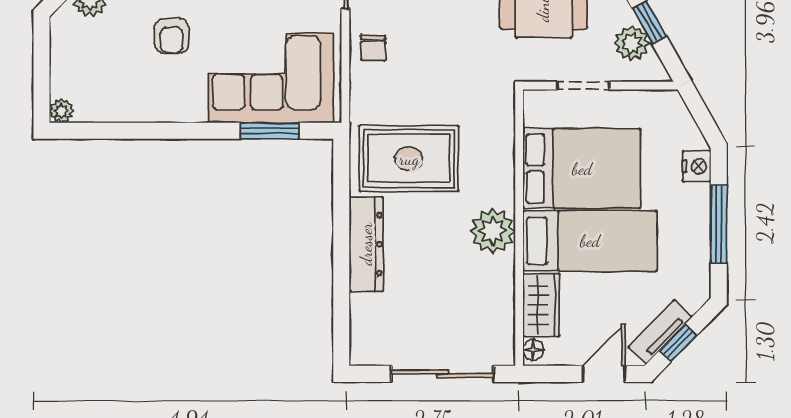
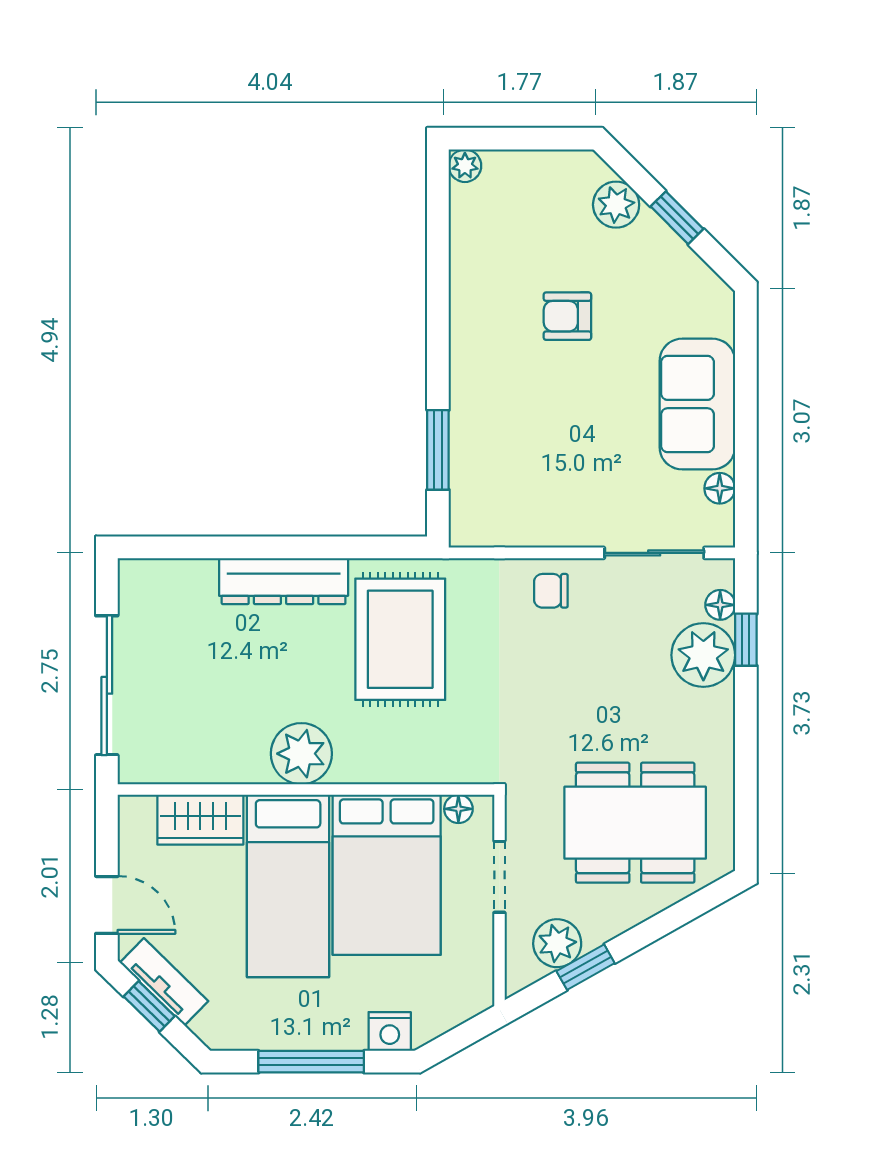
corner sofa: (271, 78) -> (510, 451), removed
floor lamp: (533, 350) -> (458, 809), moved

